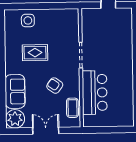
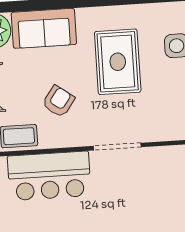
rug: (35, 53) -> (118, 62), width x1.36, depth x1.43

